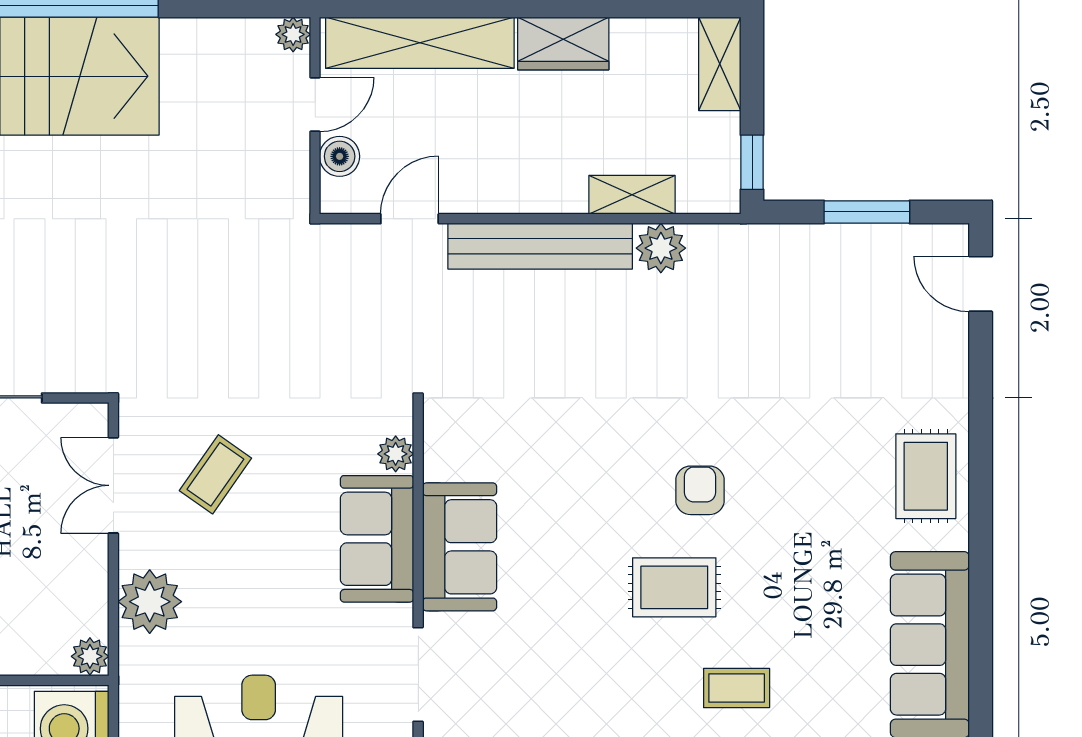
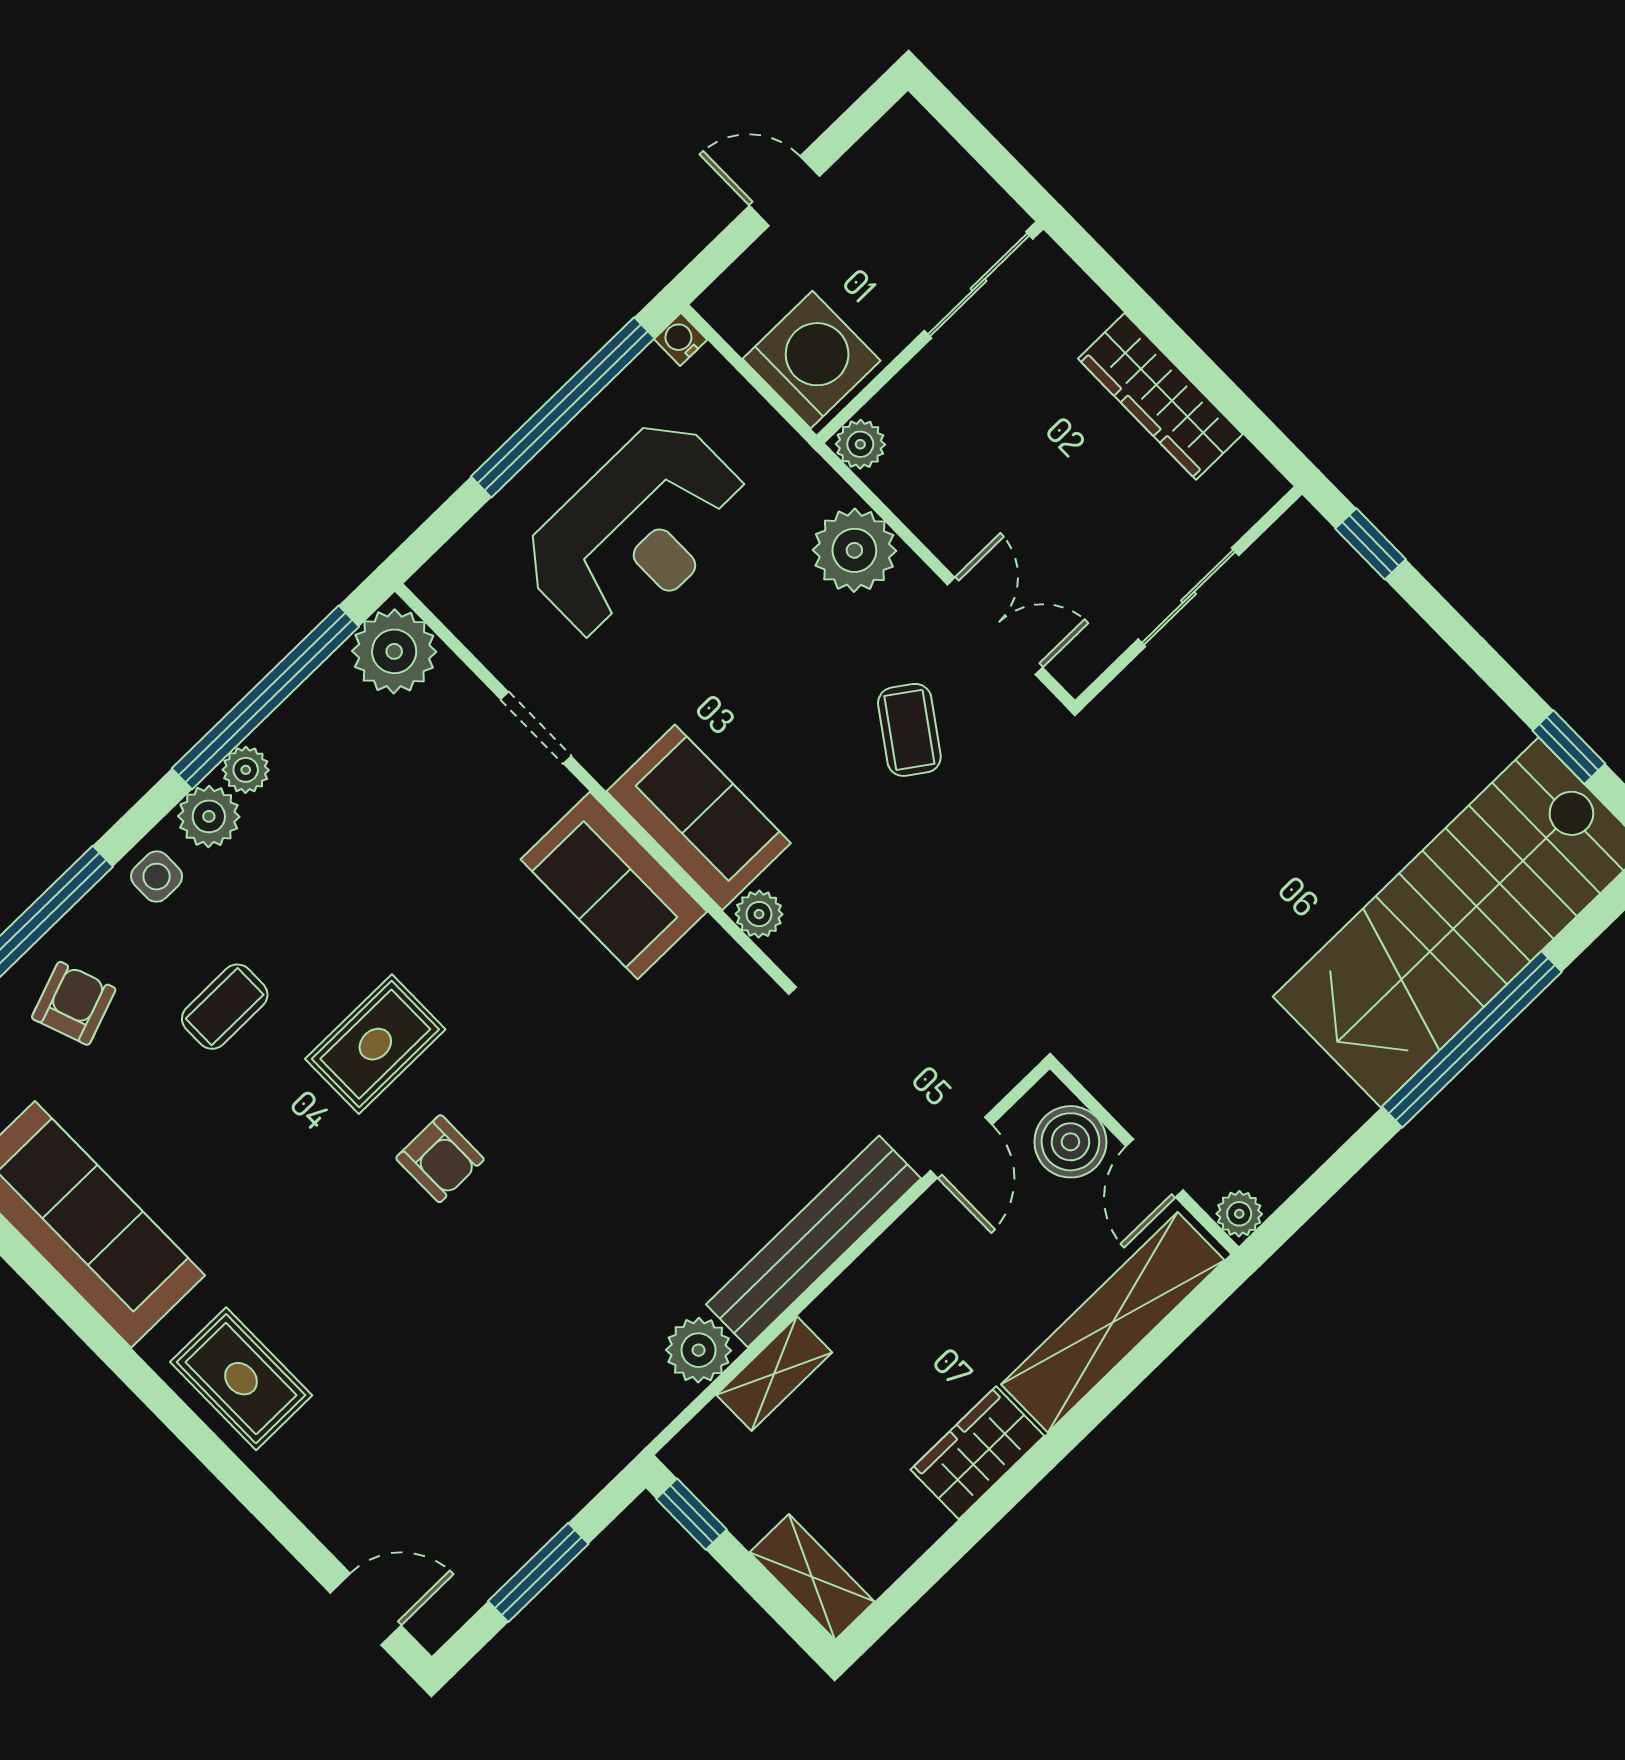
boiler: (340, 156) -> (1070, 1142), width x1.36, depth x1.36
doorway: (418, 674) -> (536, 728), width x0.73

